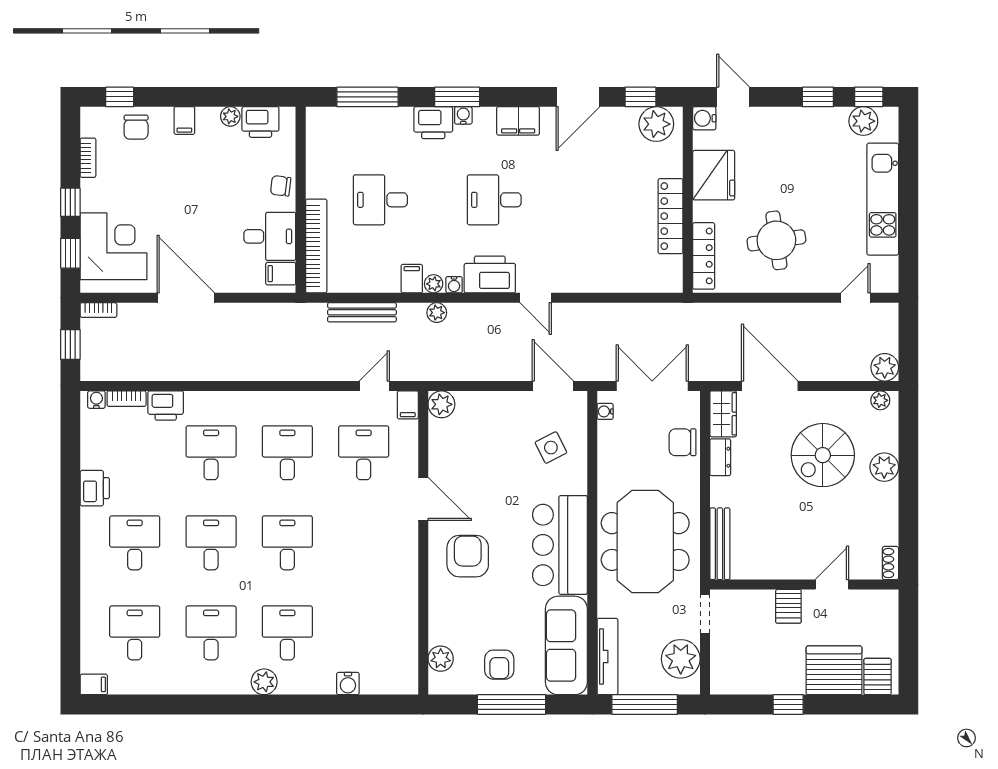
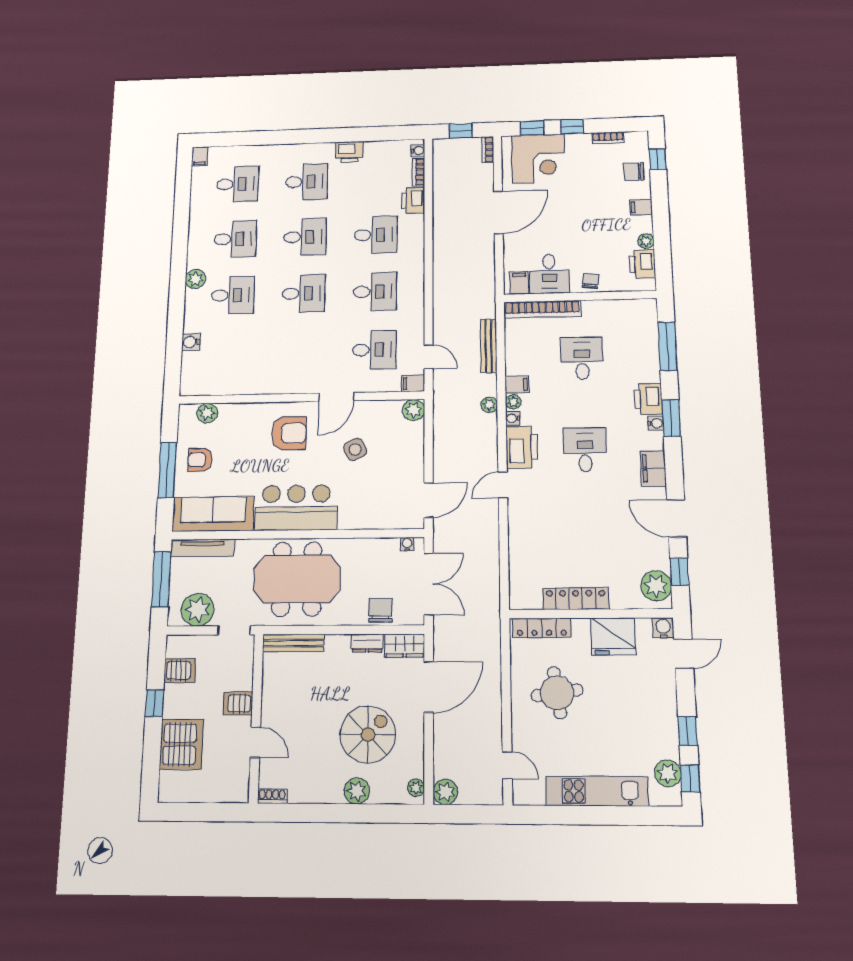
side table: (551, 448) -> (355, 449), moved
spiral stairs: (823, 455) -> (368, 735), turned 90
server rack: (878, 677) -> (180, 670), moved

